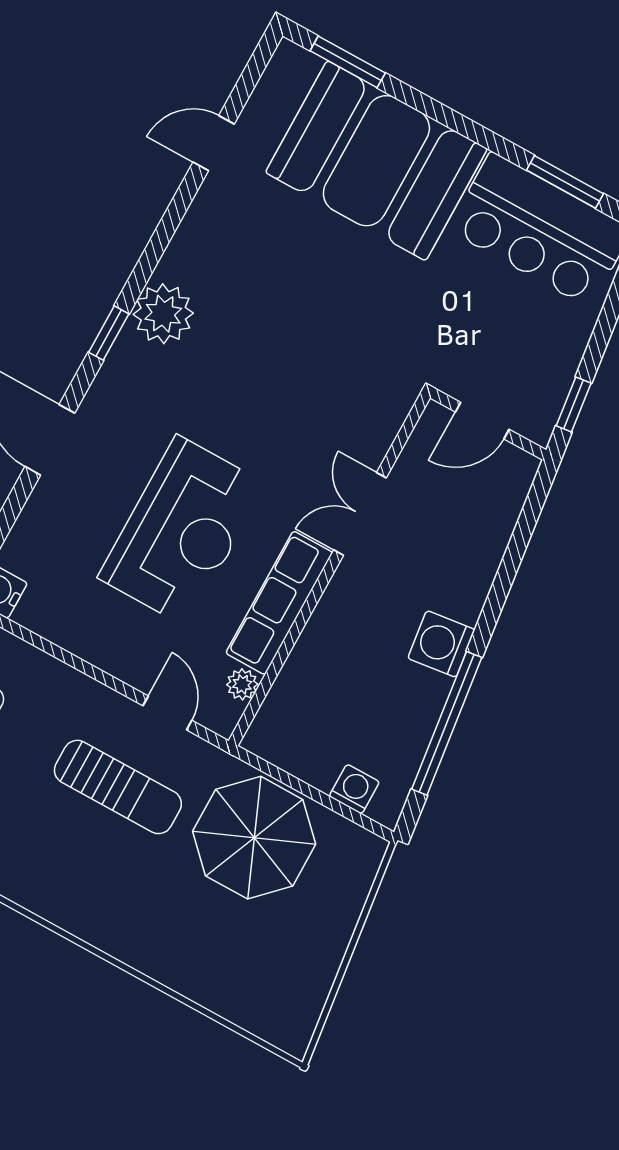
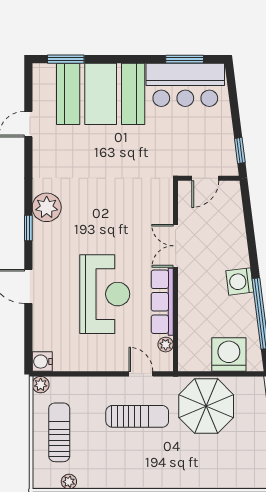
washing machine: (354, 789) -> (229, 355), width x1.89, depth x1.89

